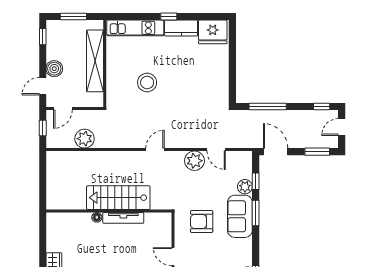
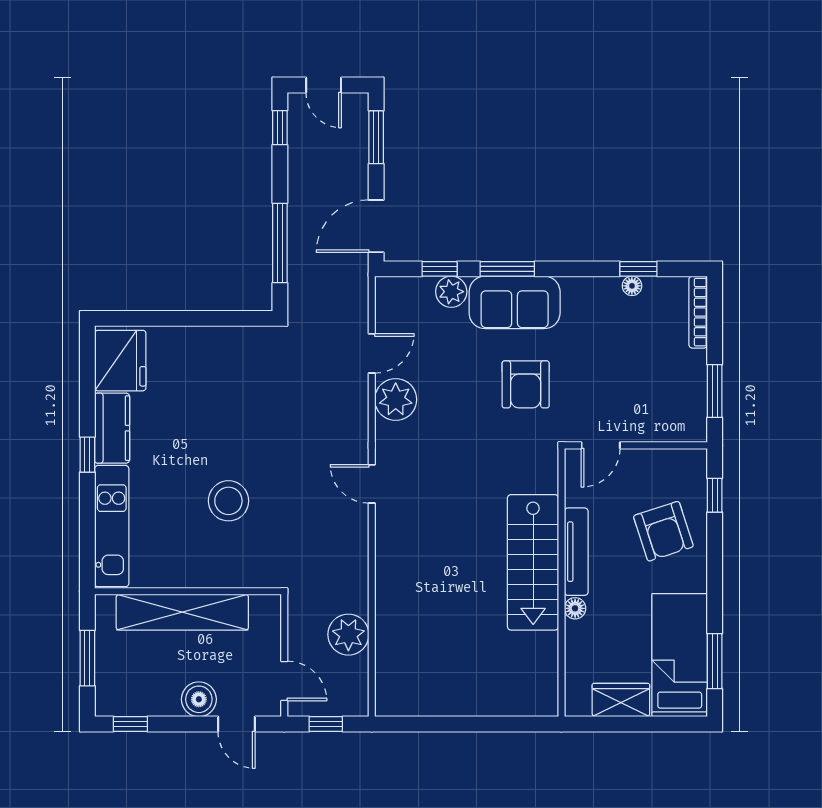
stairs: (118, 198) -> (533, 562), moved
wall: (109, 211) -> (561, 582), moved
floor lamp: (97, 217) -> (575, 608), moved
tv unit: (123, 218) -> (576, 552), moved

